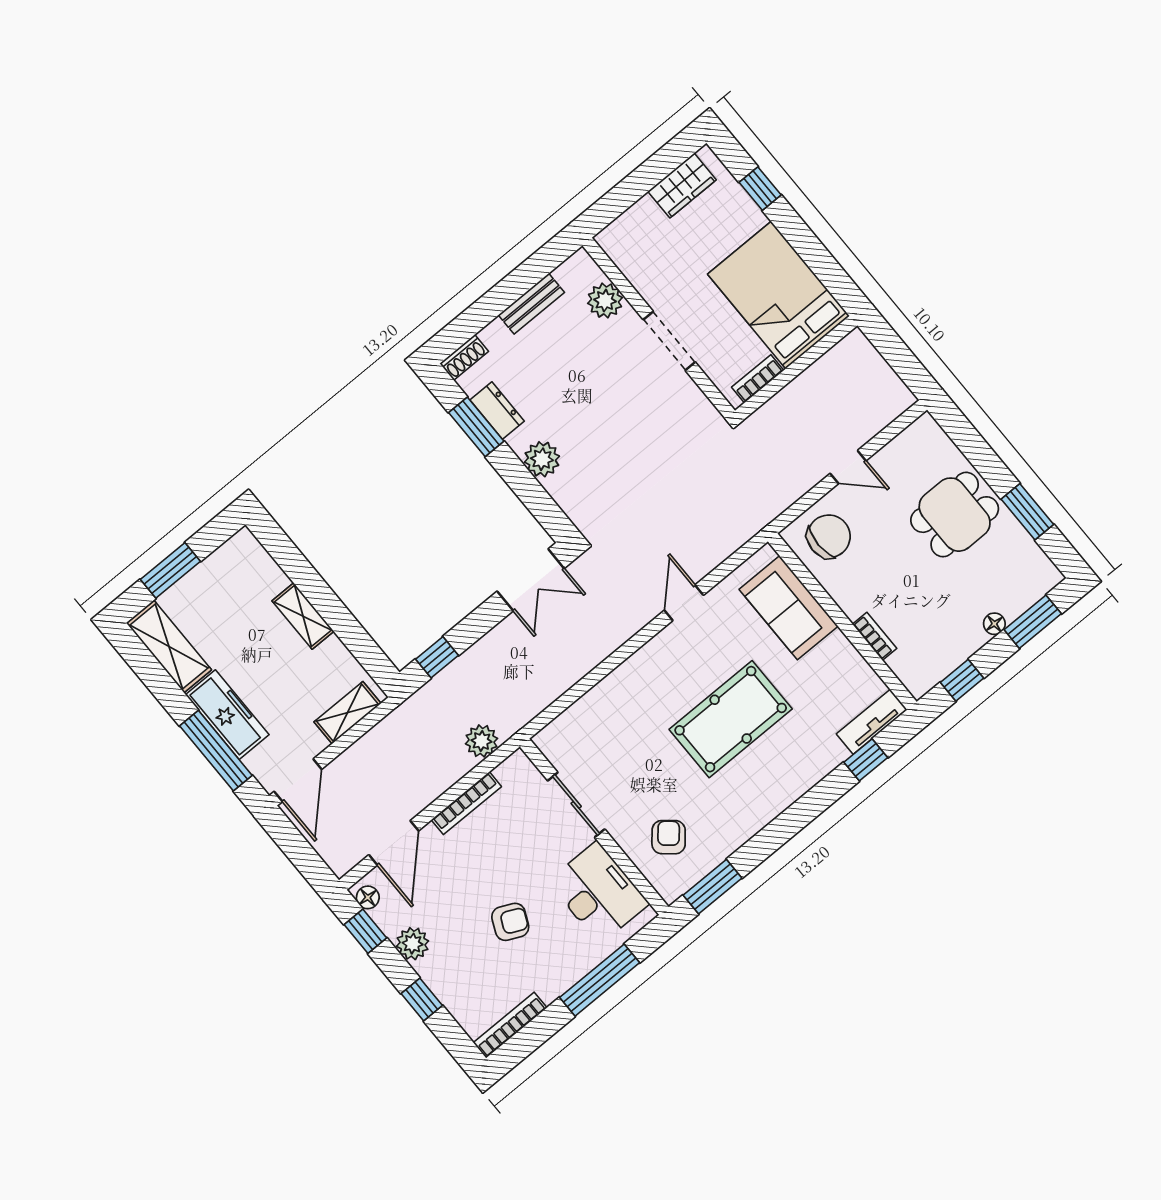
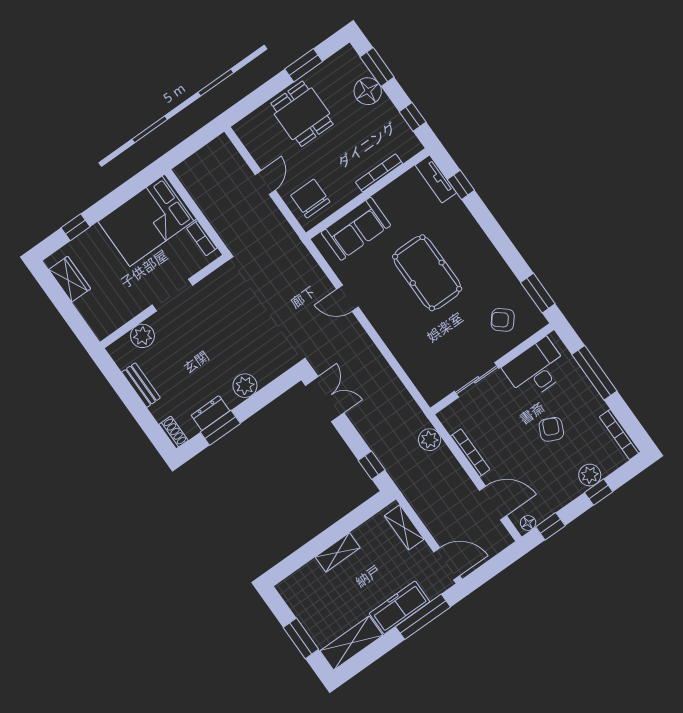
floor lamp: (994, 624) -> (368, 91), width x1.89, depth x1.89
bookcase: (875, 636) -> (379, 173), width x1.56
plant: (413, 944) -> (590, 475), moved

